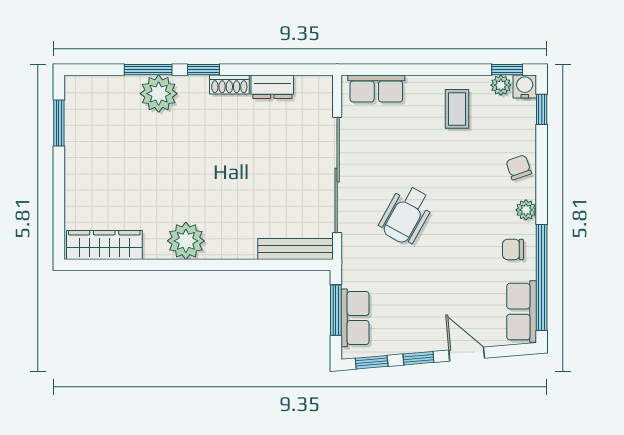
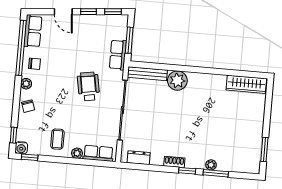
plant: (501, 85) -> (77, 153), moved
dresser: (272, 87) -> (139, 158), moved
plant: (159, 94) -> (211, 165), width x0.53, depth x0.53
wheelchair: (406, 215) -> (88, 86), turned -39
plant: (186, 241) -> (177, 81), moved
row of seats: (355, 318) -> (118, 55), moved

